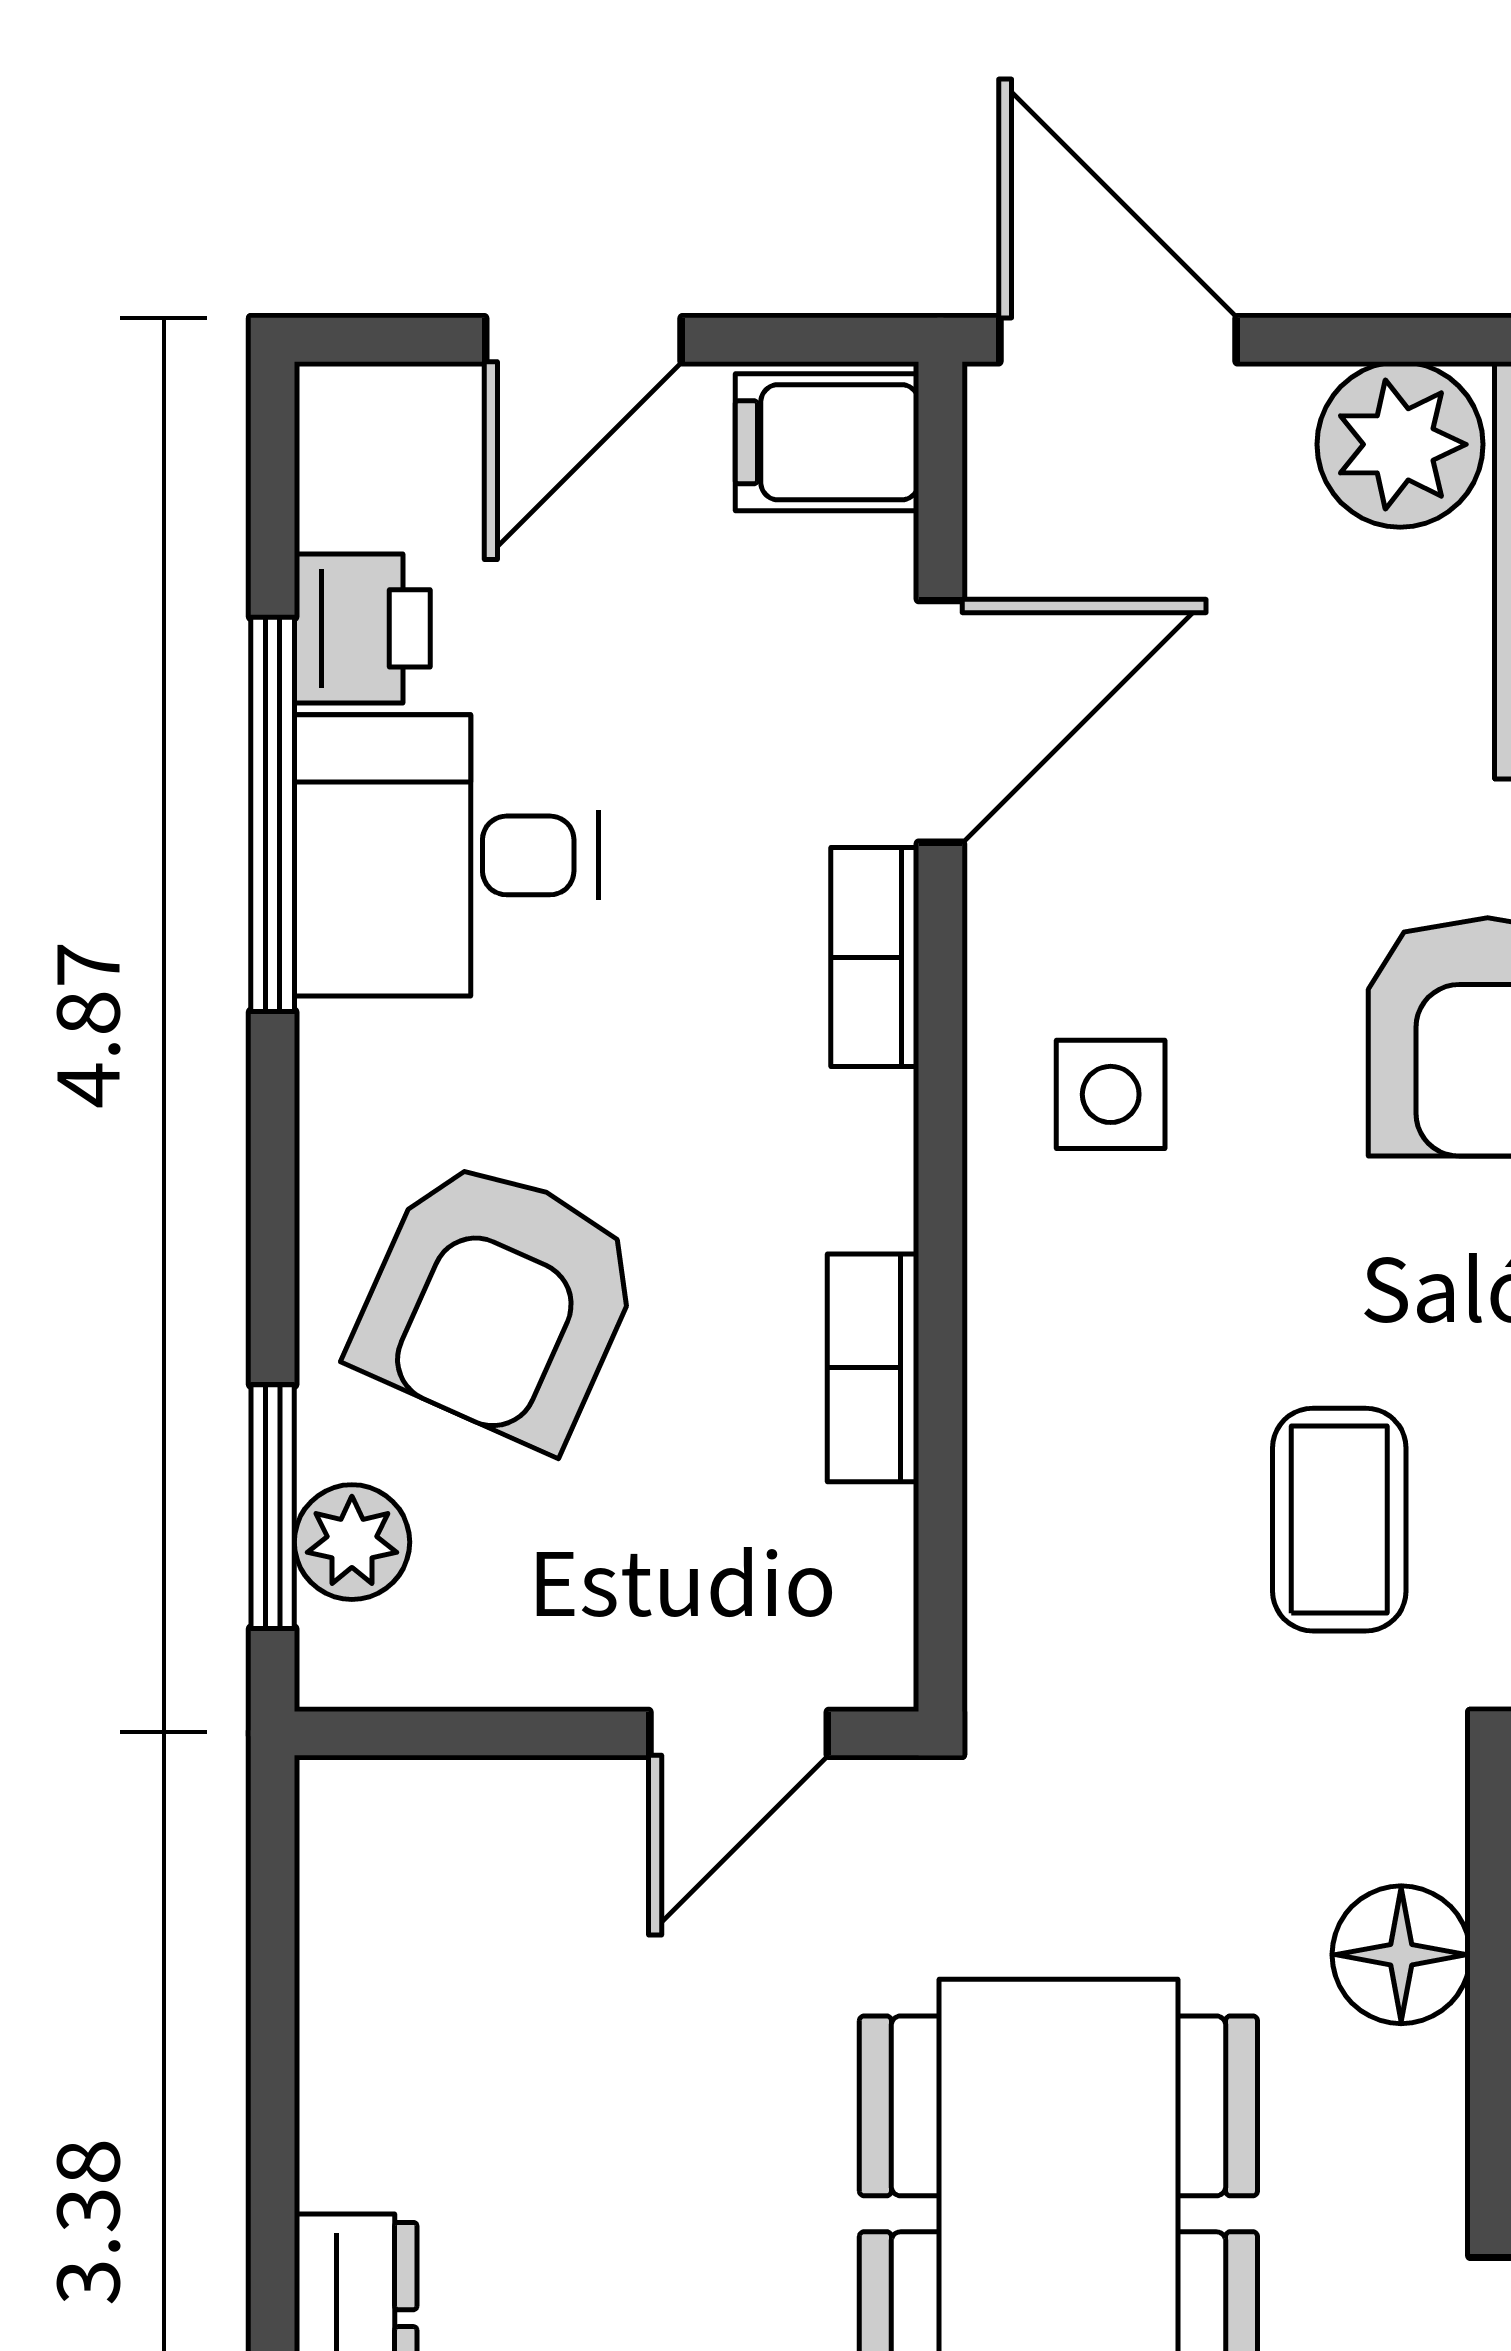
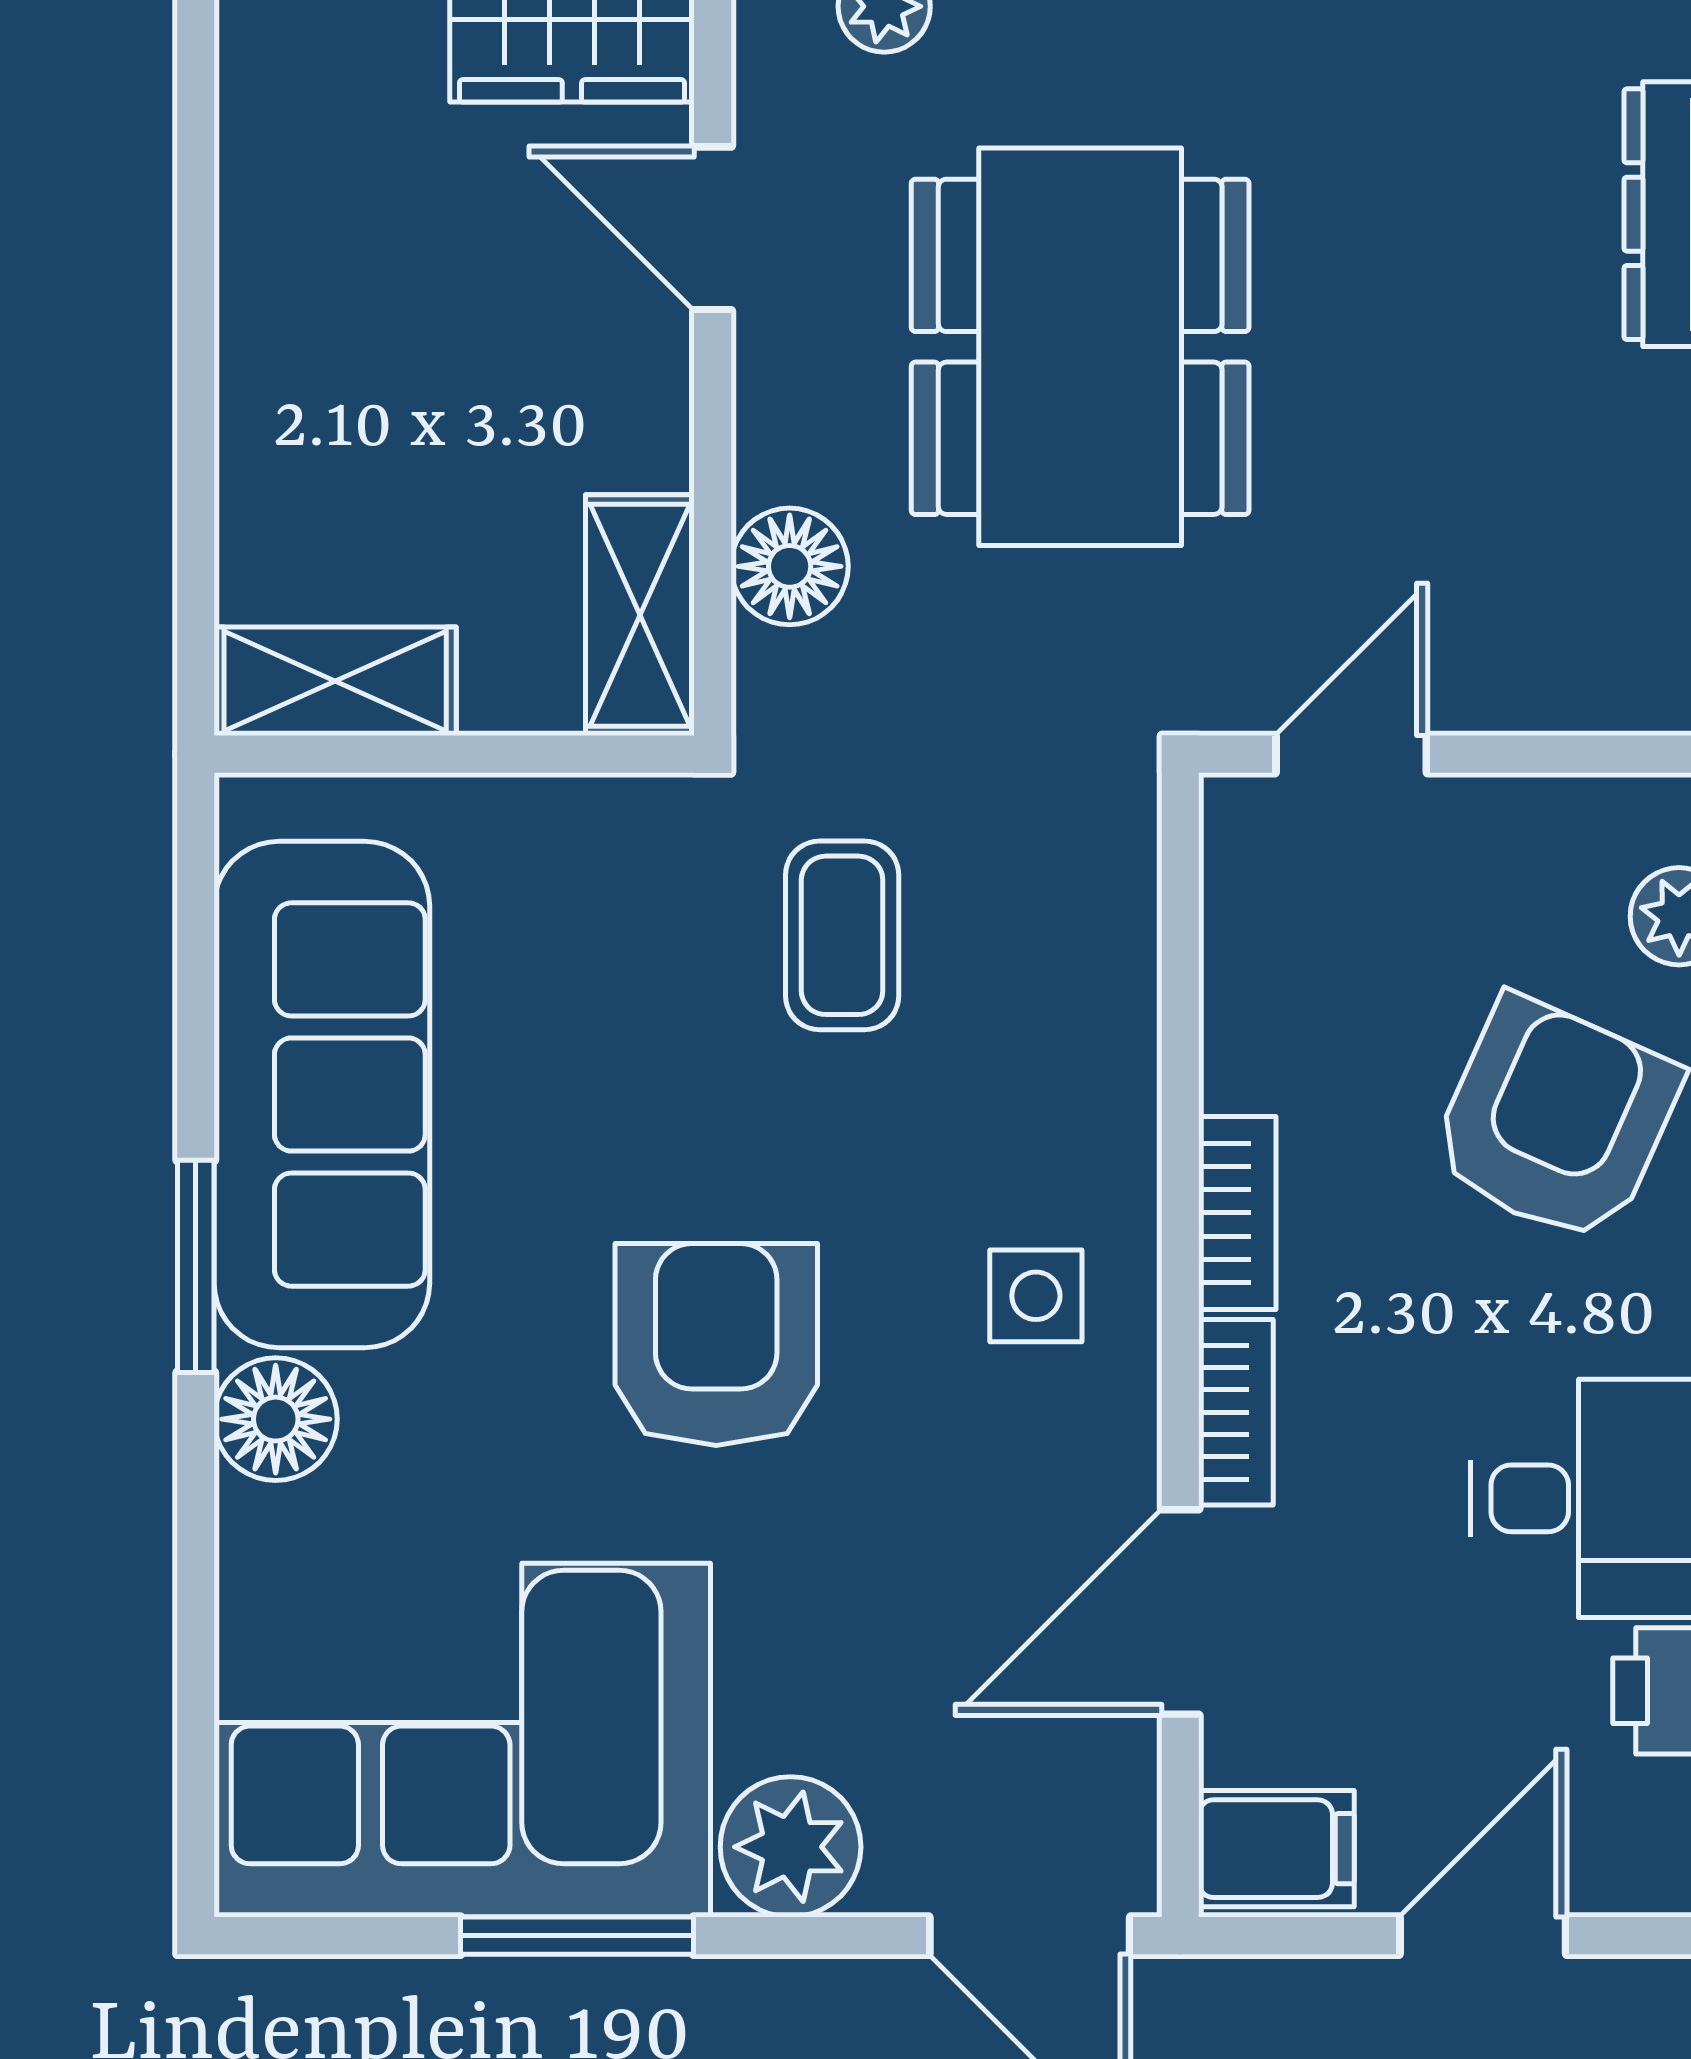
bookcase: (873, 1368) -> (1237, 1213), moved

